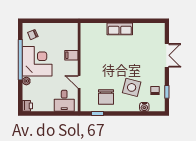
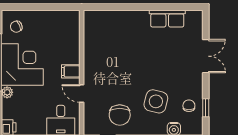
row of seats: (120, 29) -> (167, 19), moved
filing cabinet: (71, 55) -> (71, 71), moved

